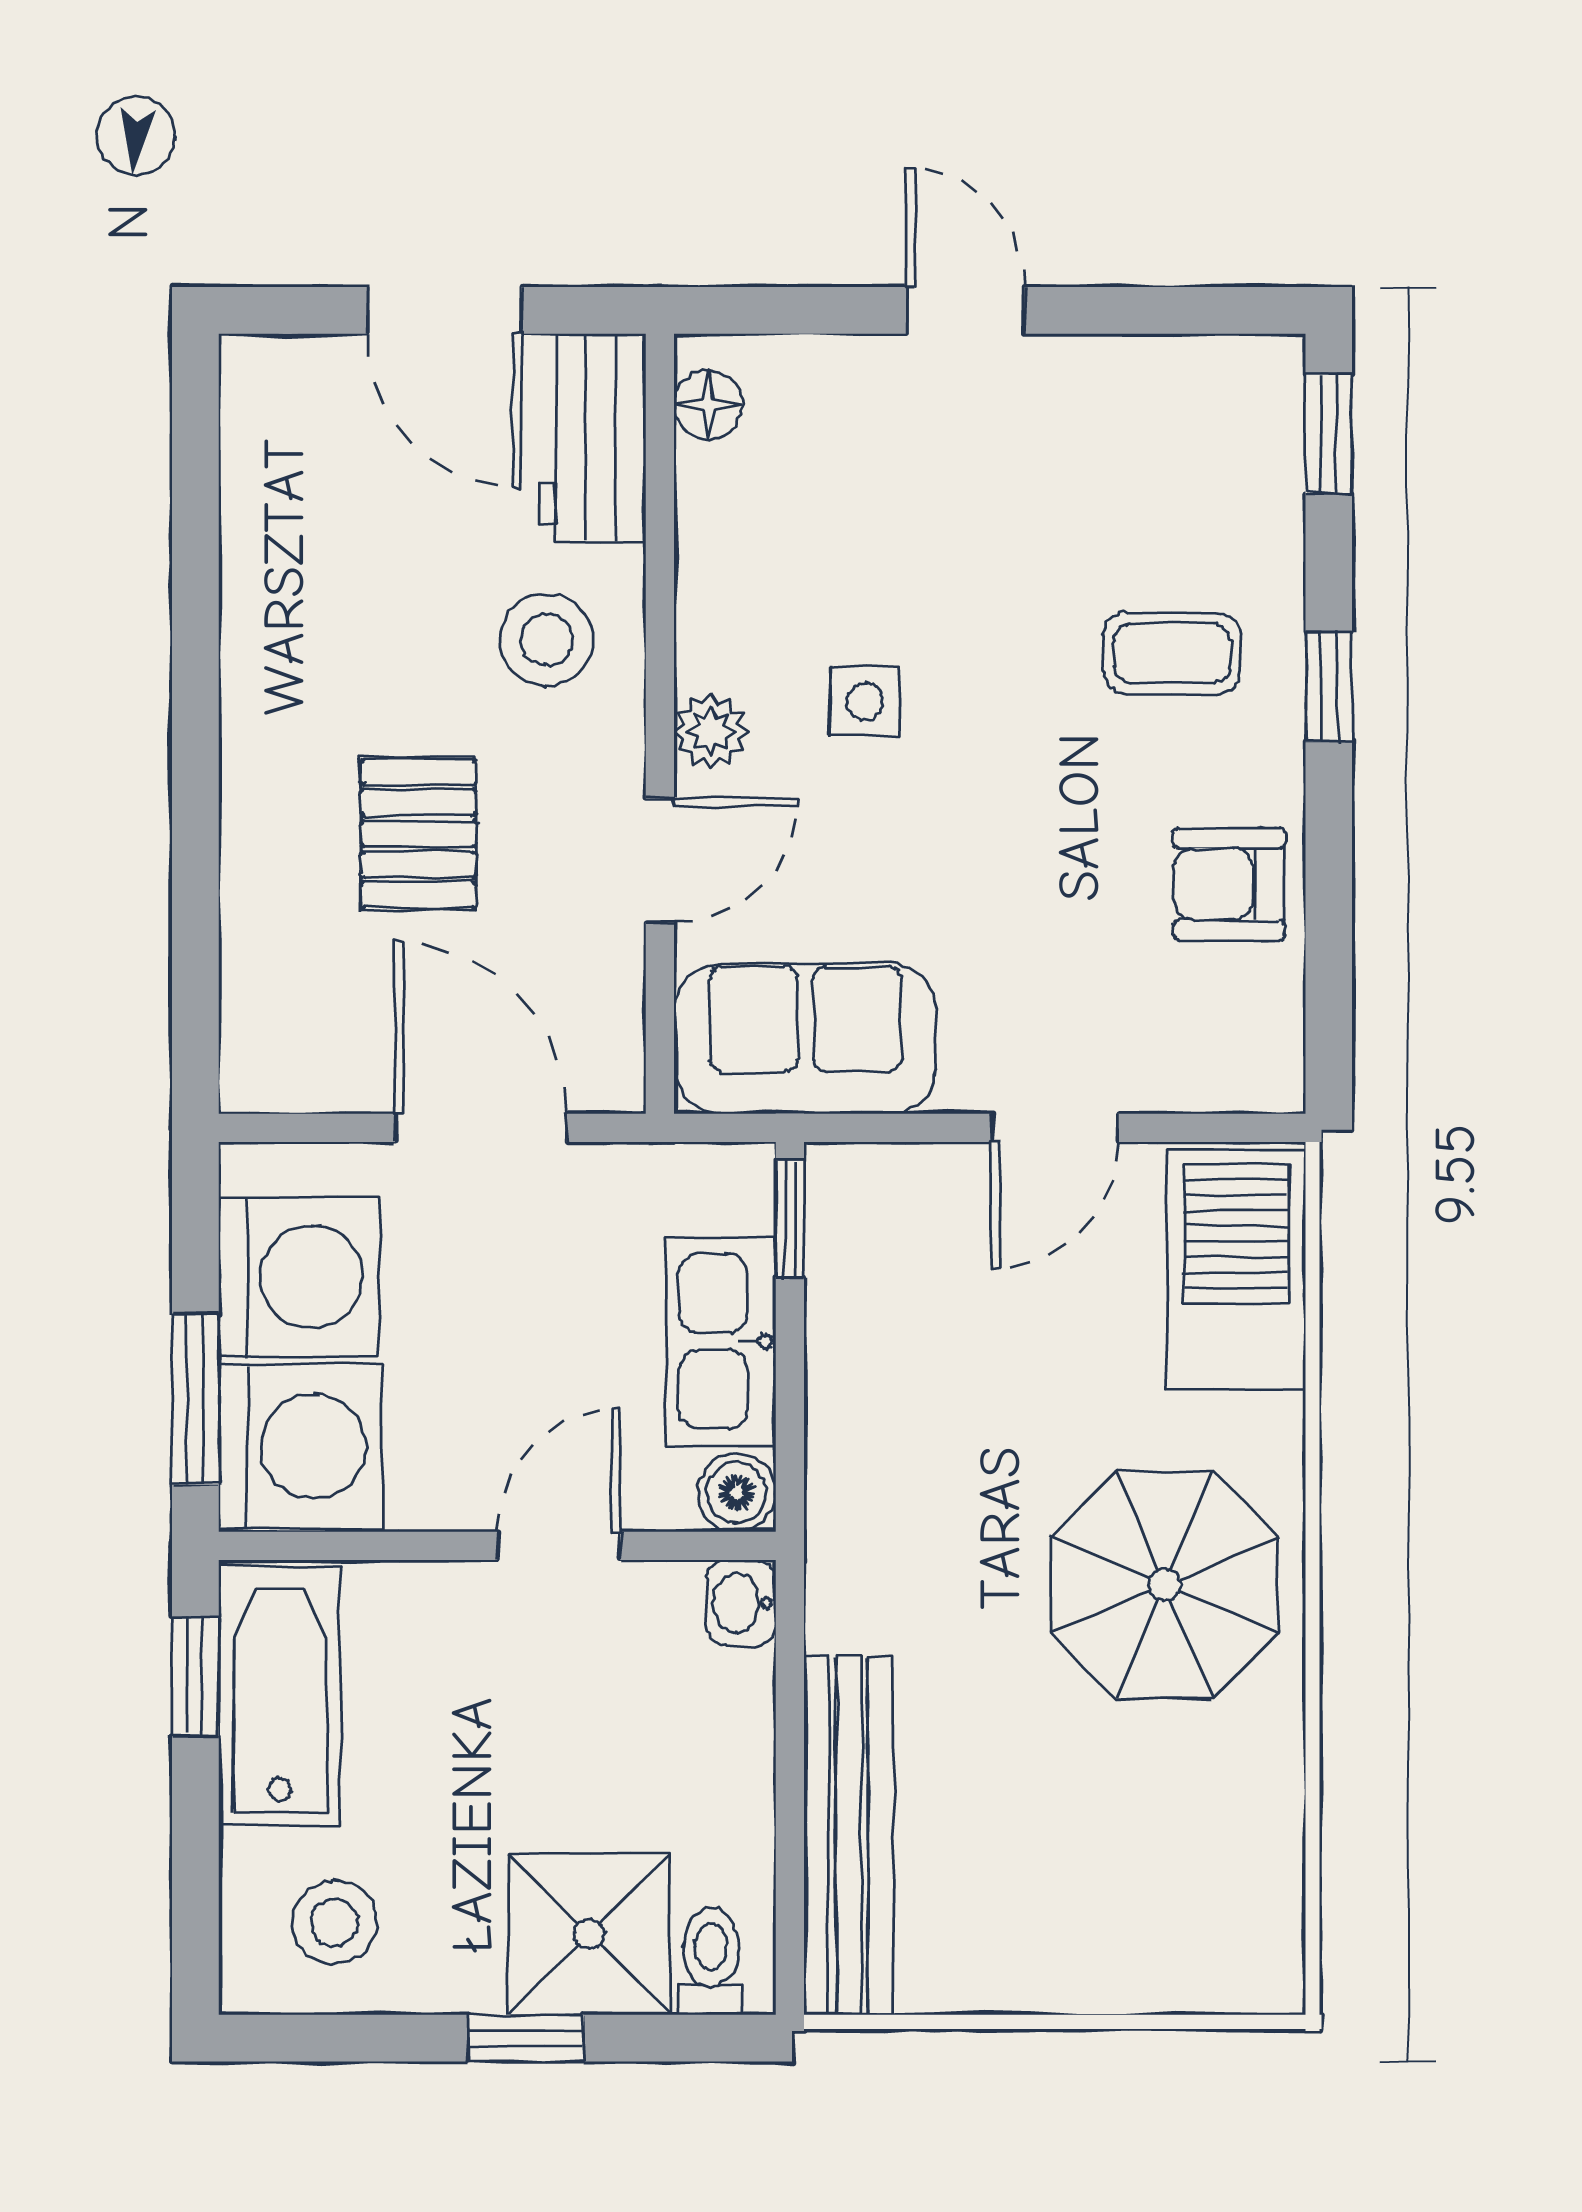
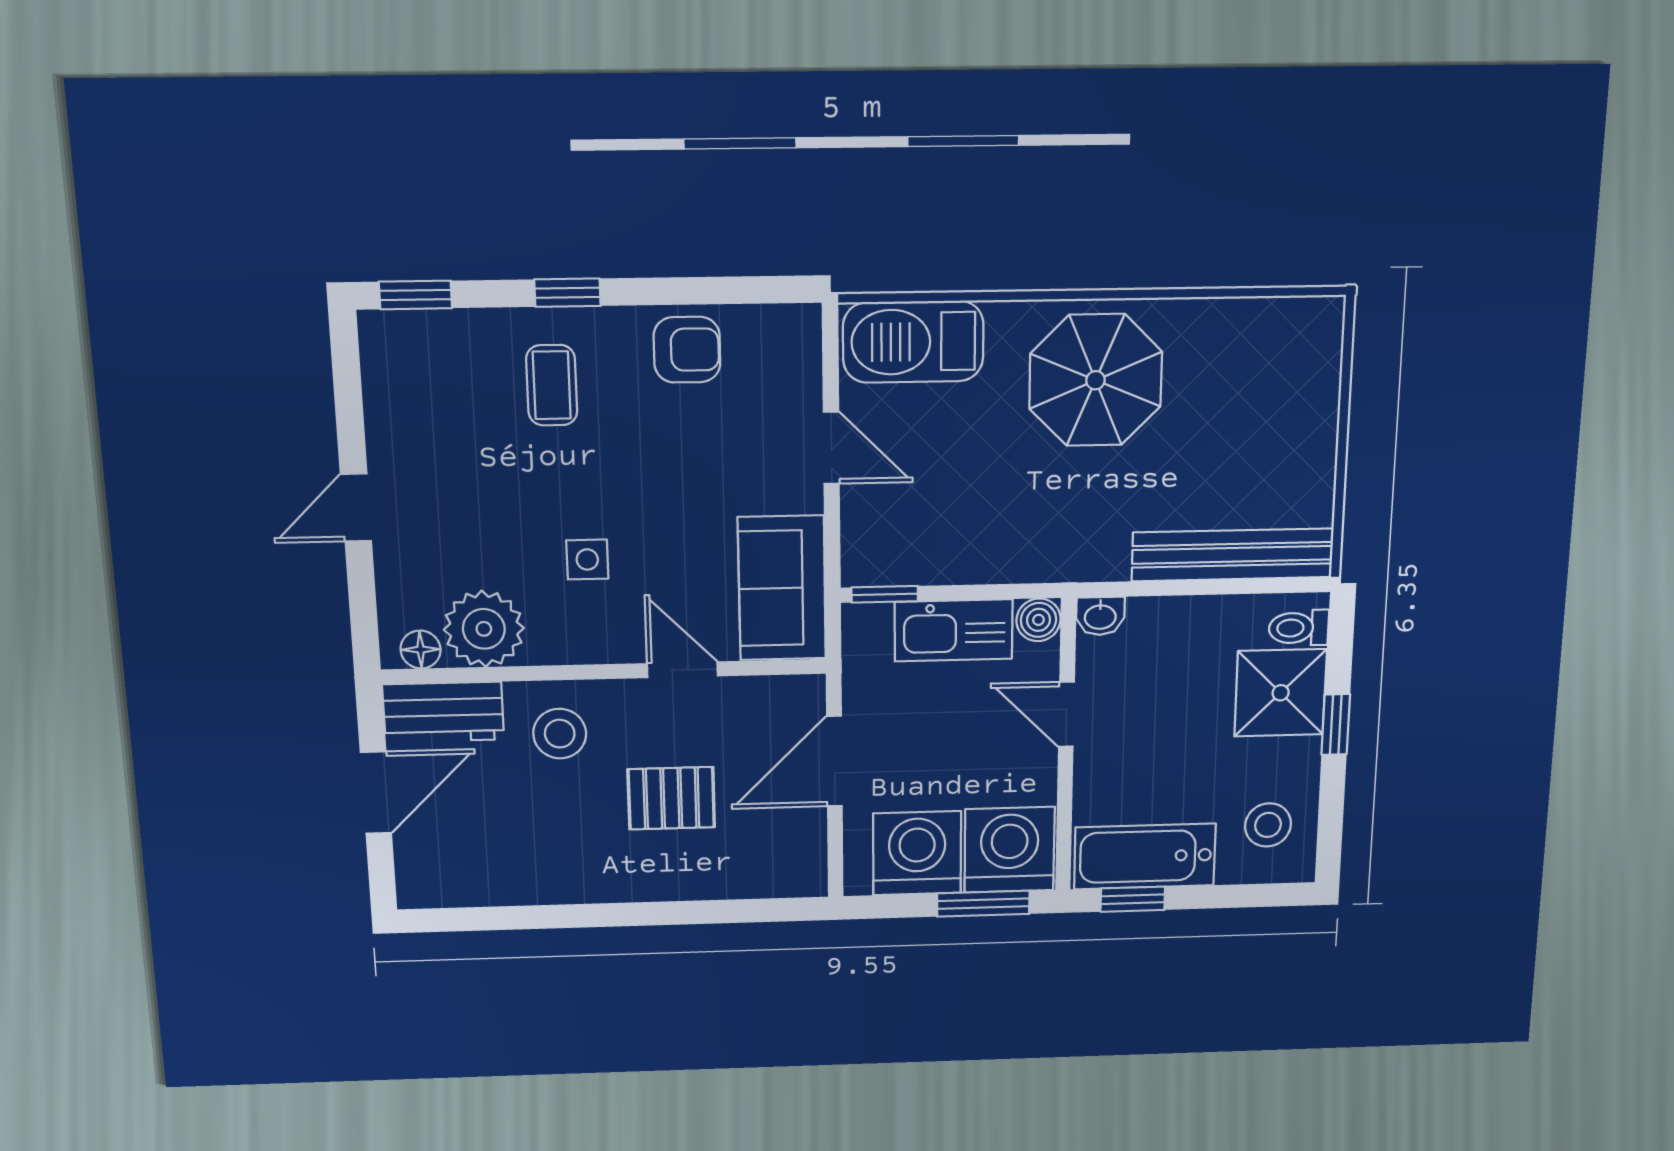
plant: (711, 732) -> (484, 629), moved, width x1.88, depth x1.88
armchair: (1229, 884) -> (687, 350), turned -90

